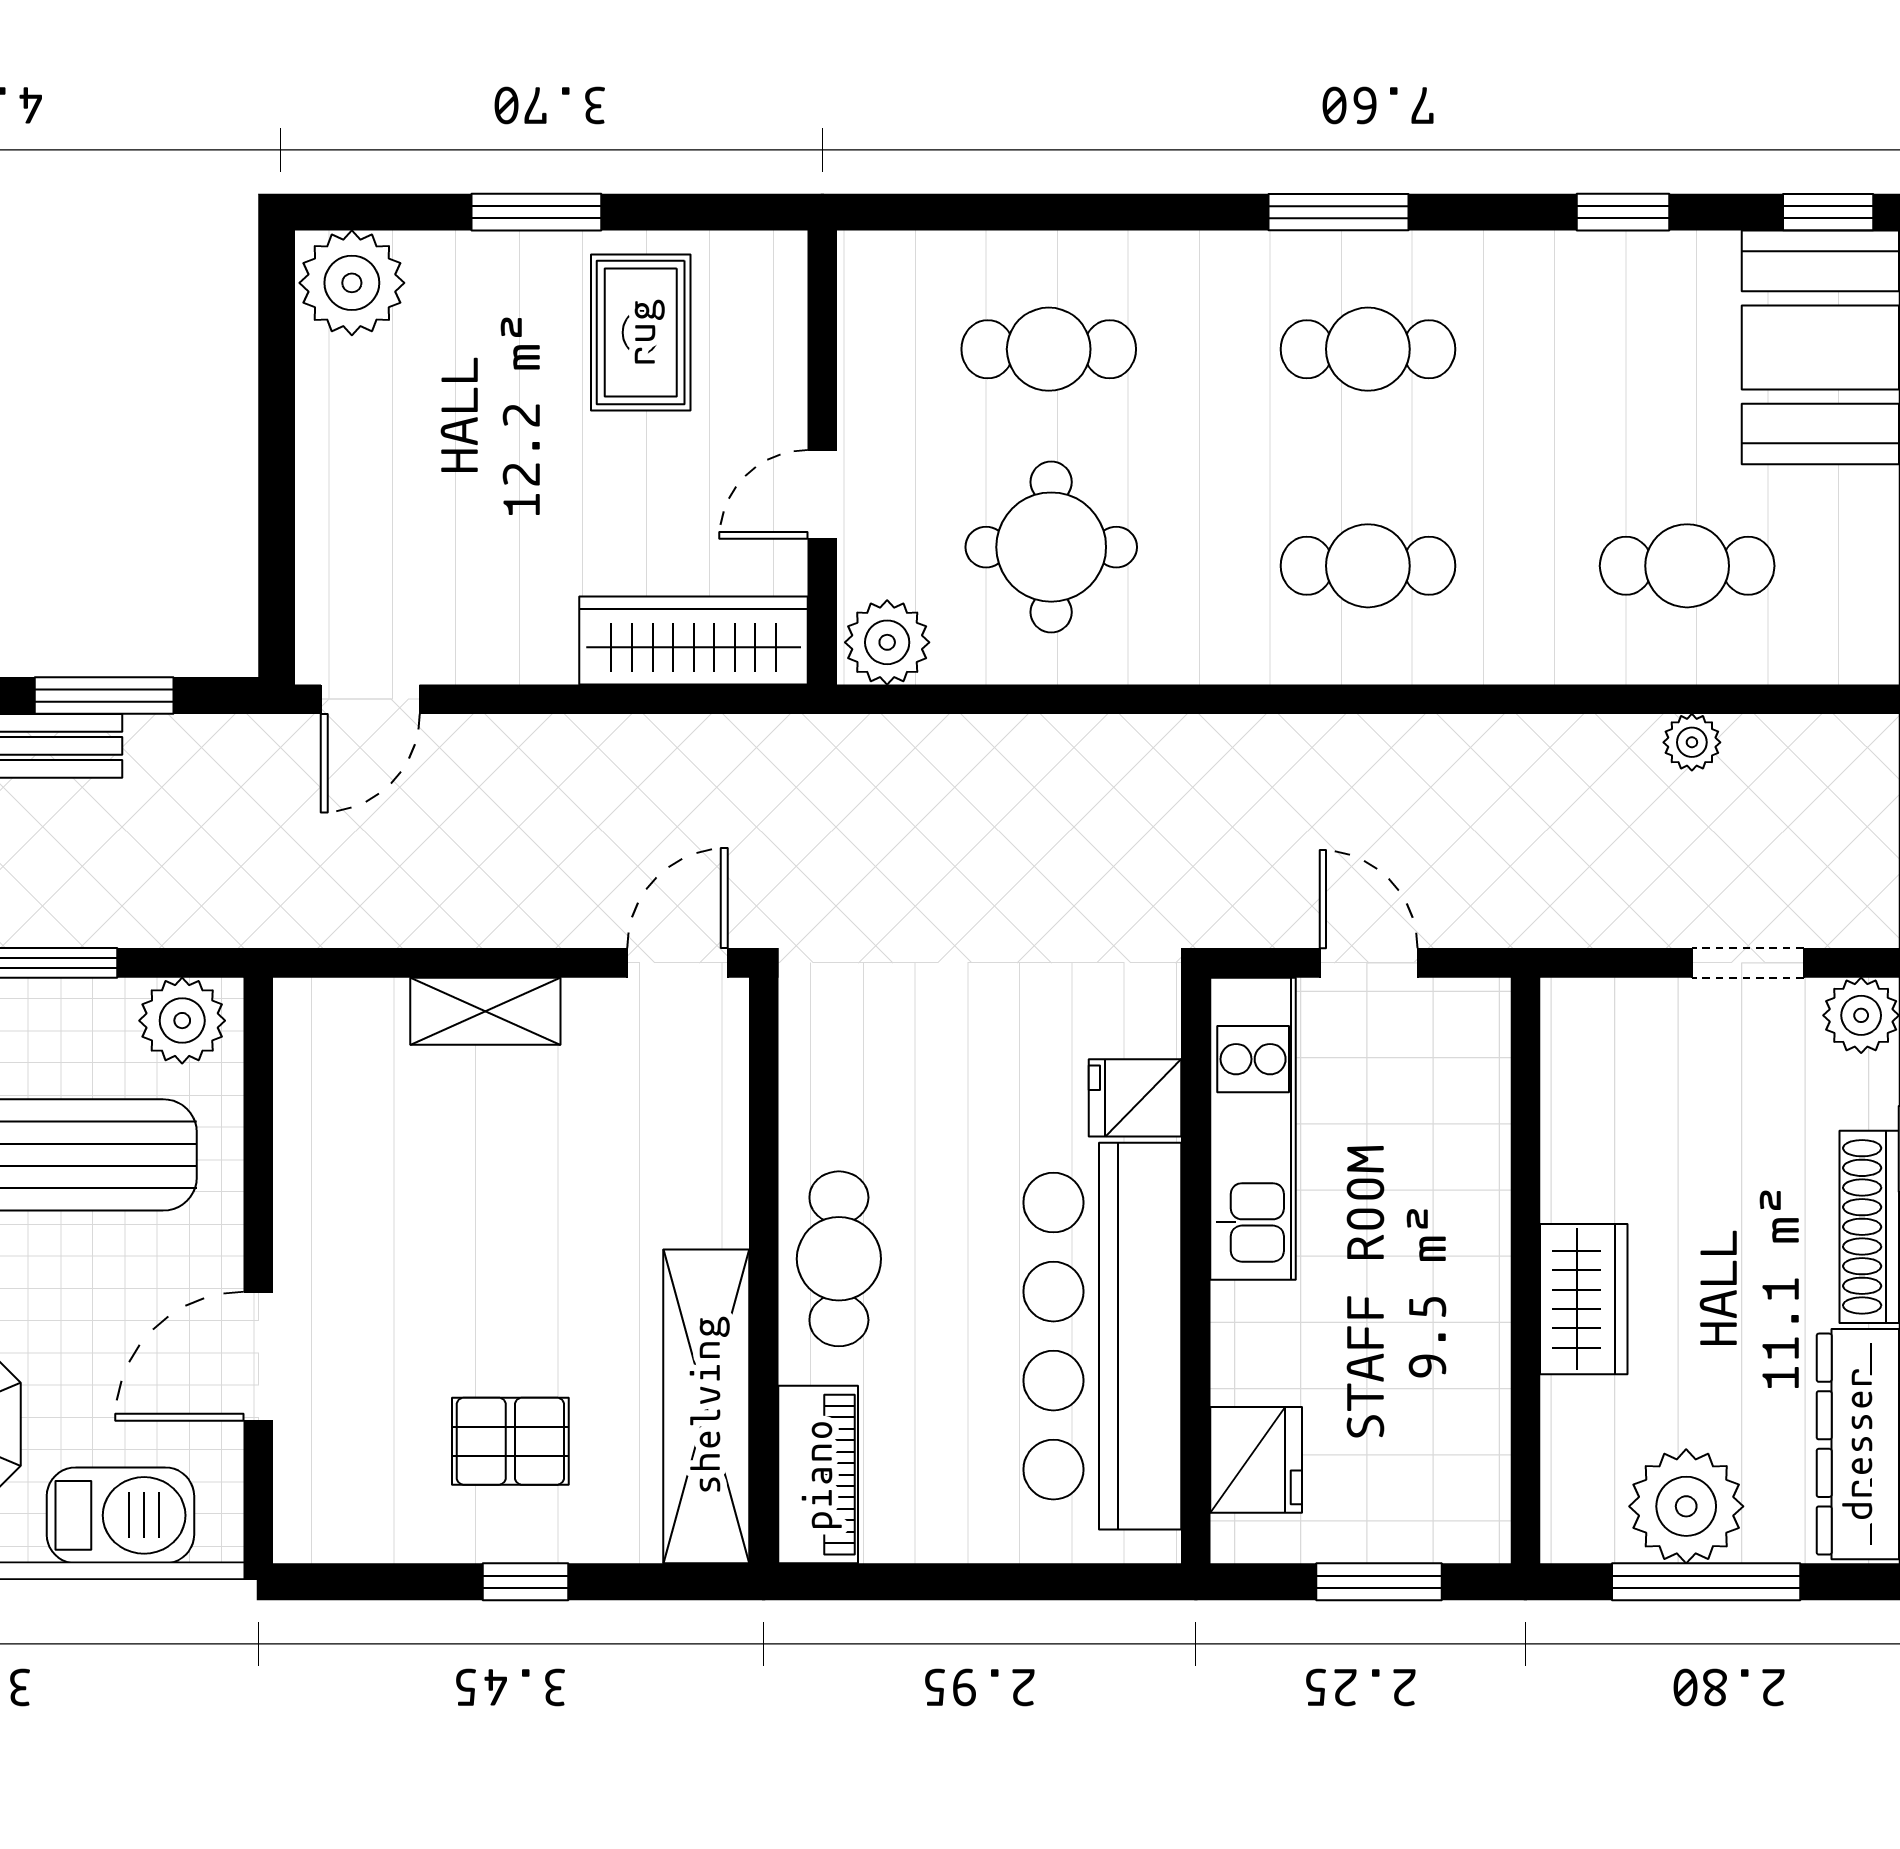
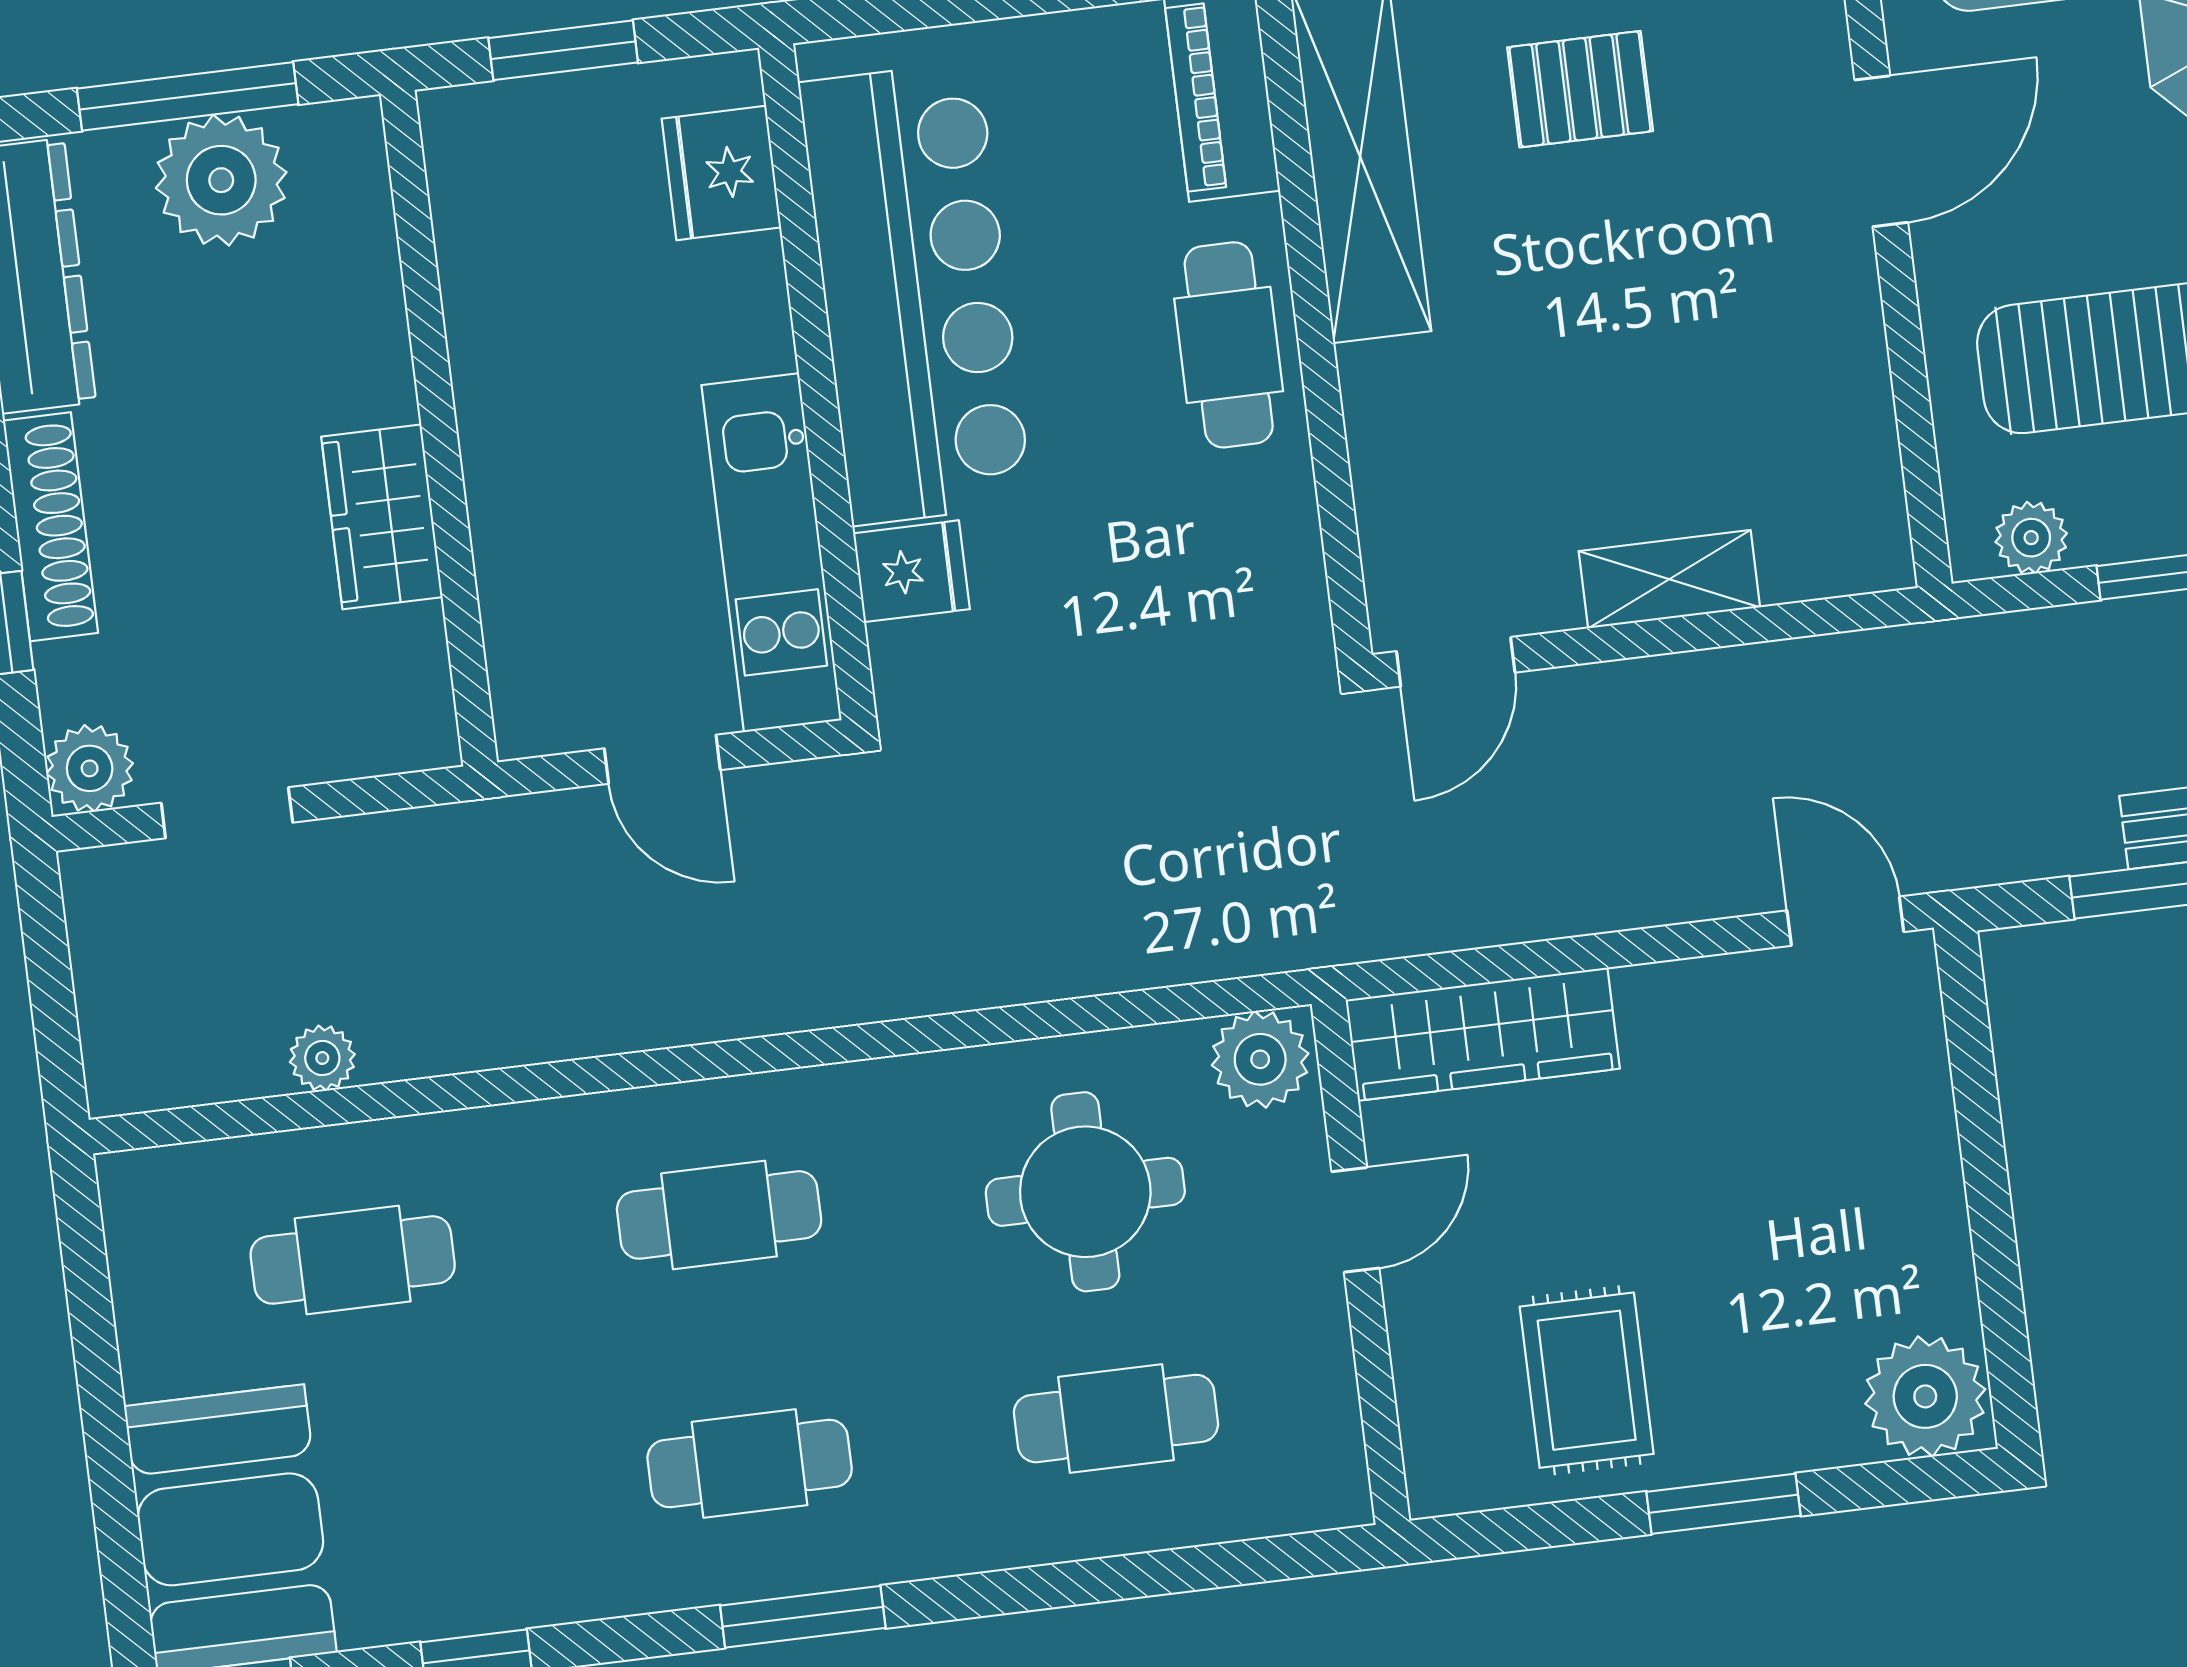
door: (370, 699) -> (1845, 921), hinge flipped
plant: (182, 1021) -> (2031, 538), width x0.73, depth x0.73
wardrobe: (1584, 1299) -> (382, 517), moved

